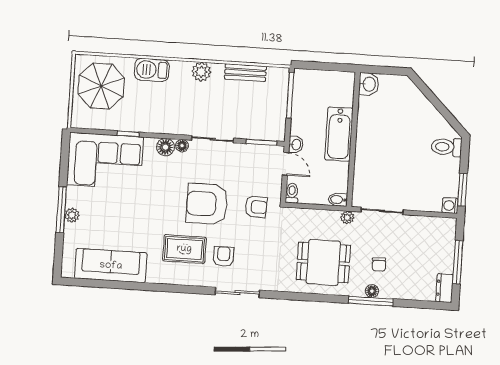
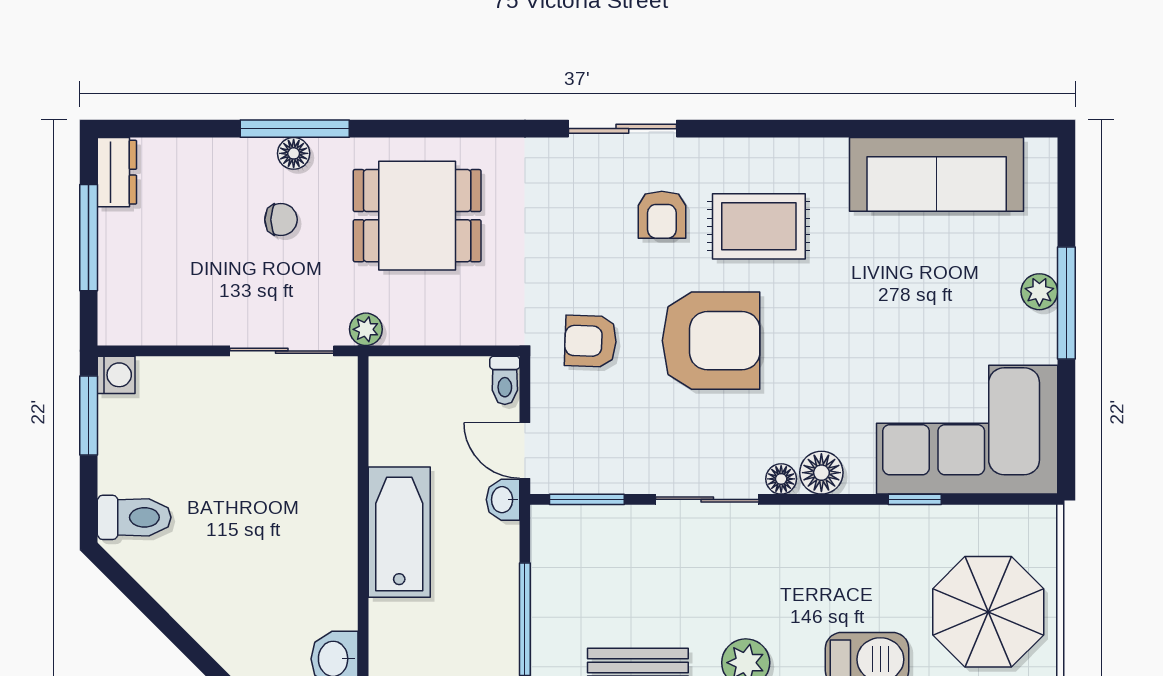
bidet: (338, 200) -> (392, 372), removed
chair: (379, 264) -> (281, 220), turned 93

